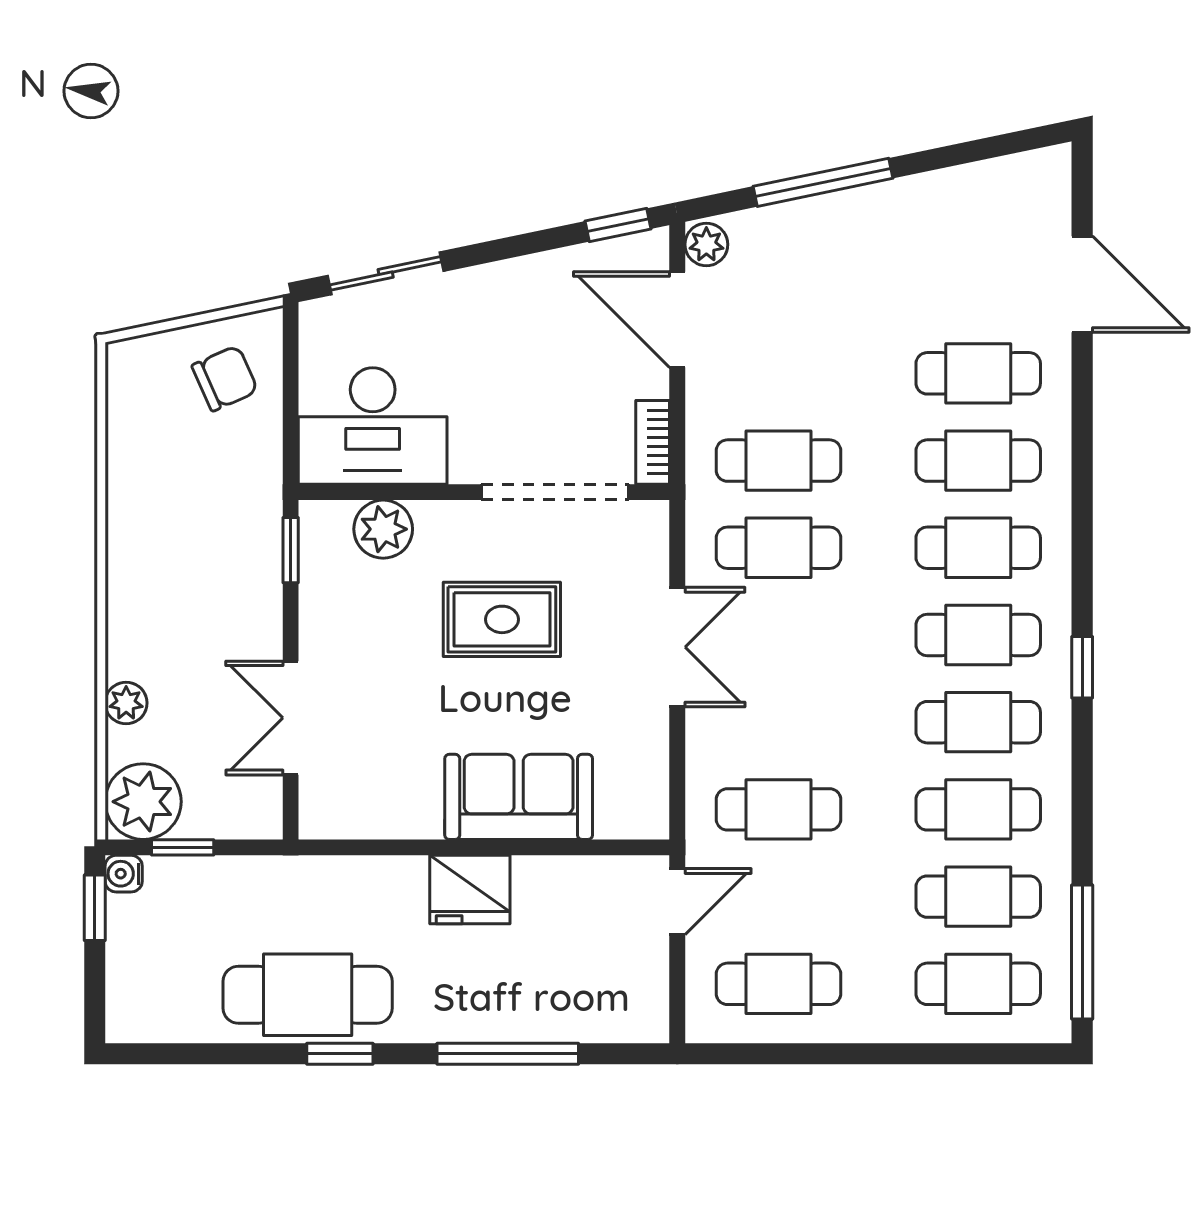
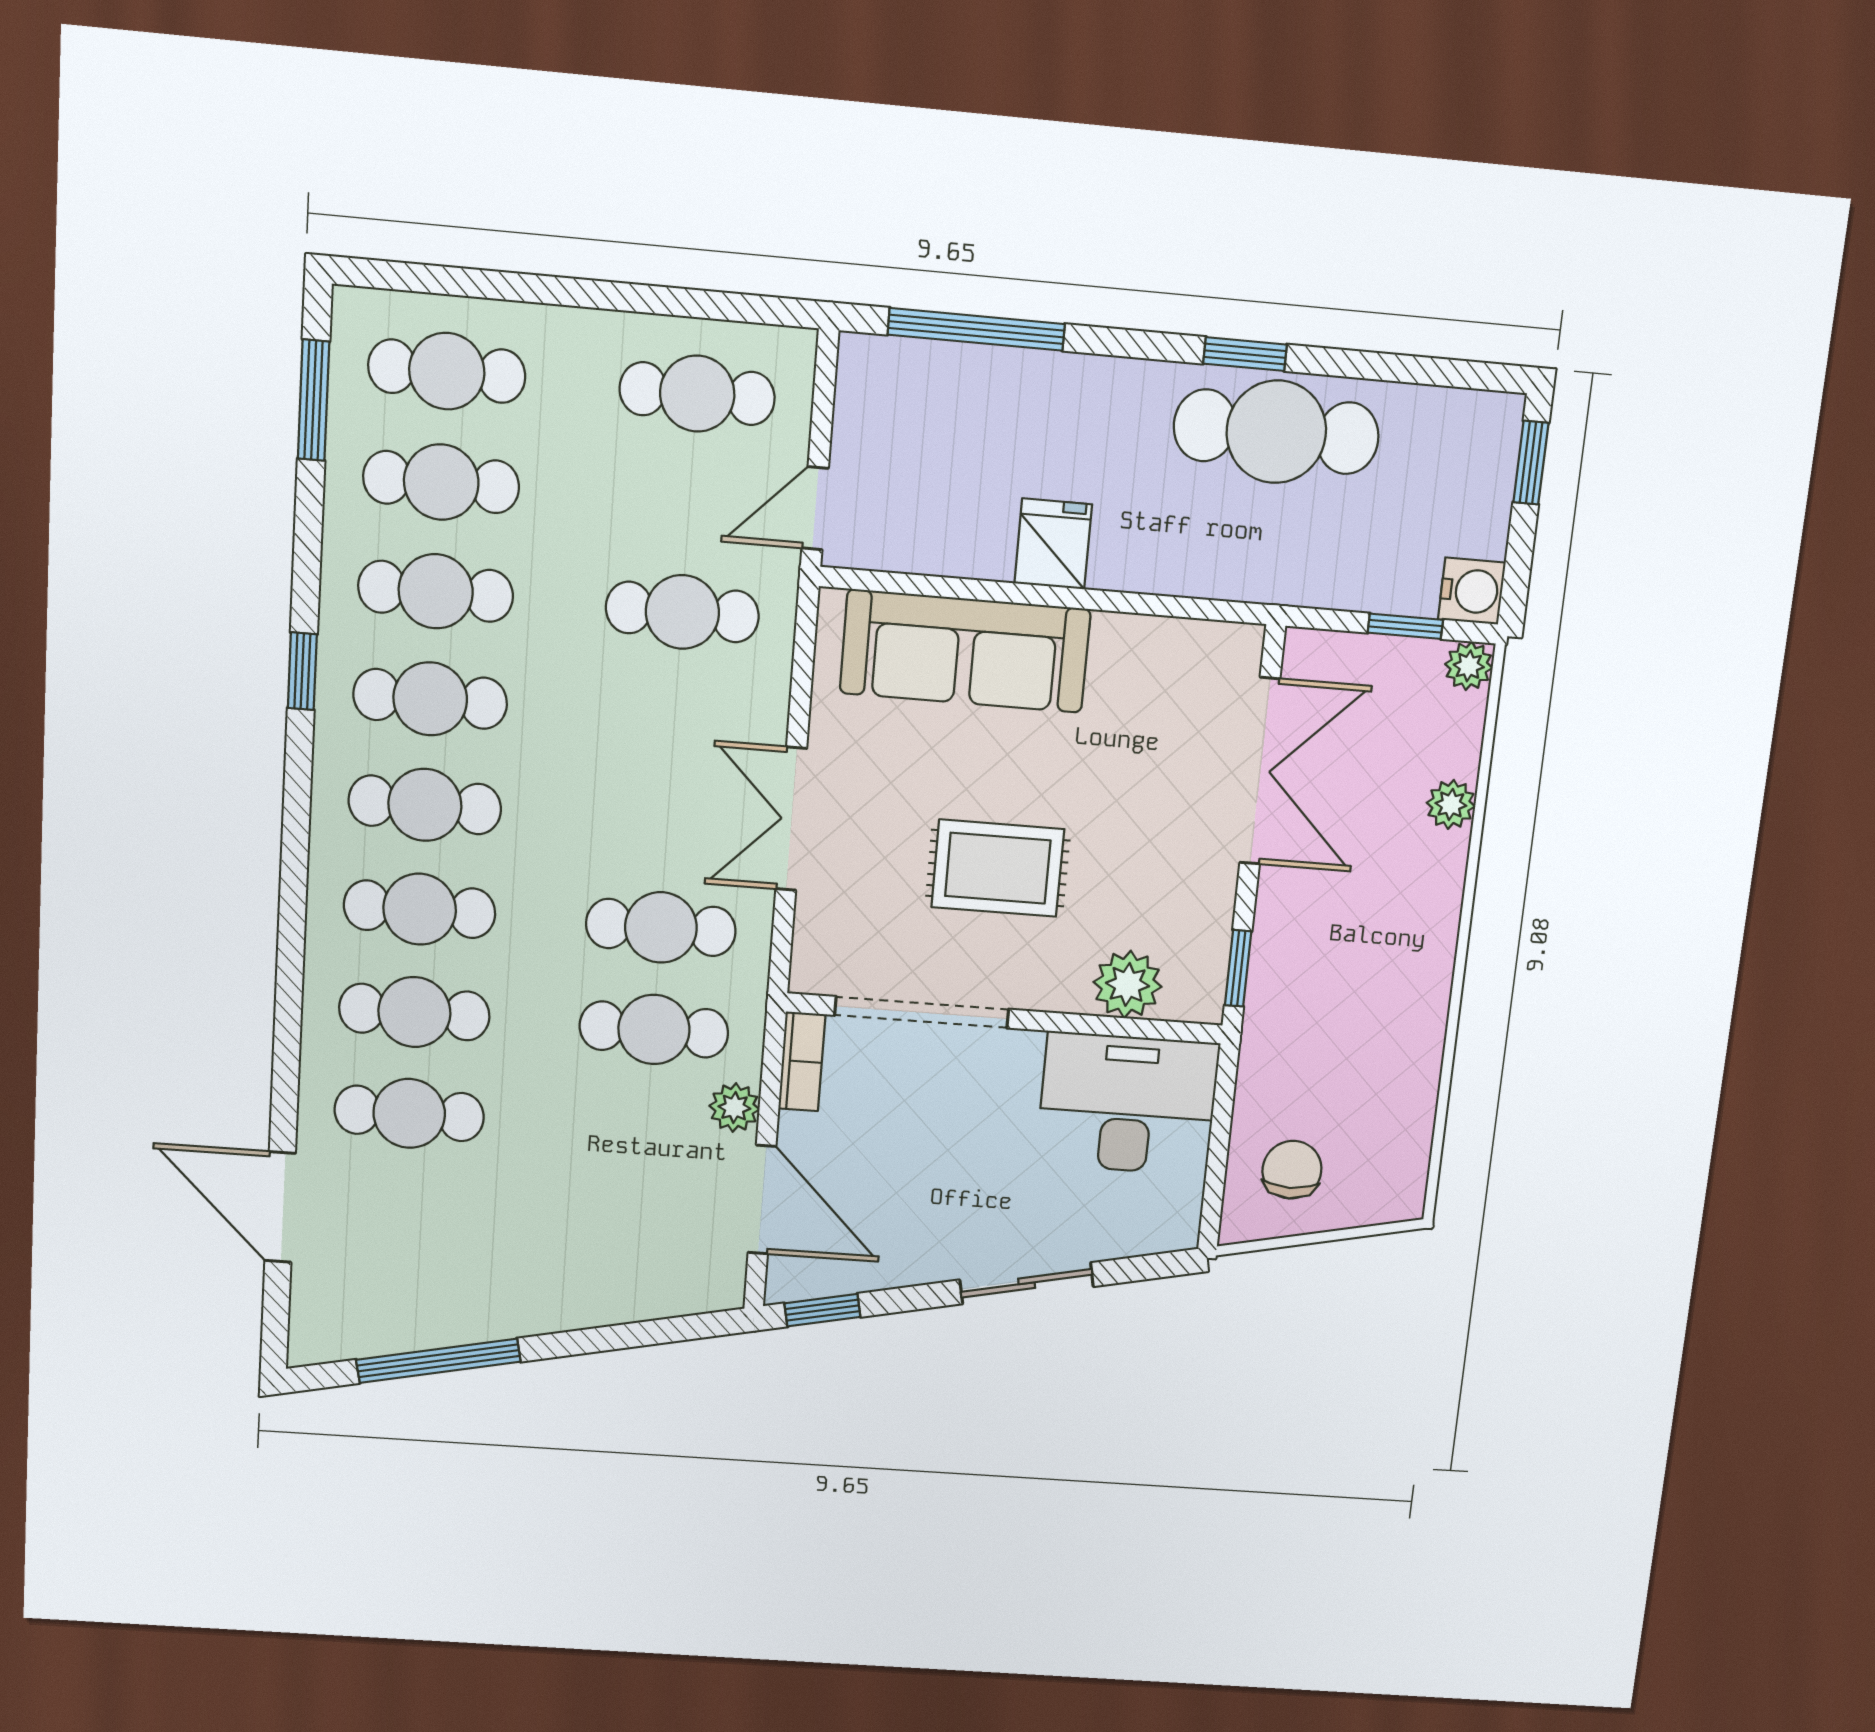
window: (823, 182) -> (438, 1361), moved
plant: (706, 244) -> (734, 1108), moved
sliding door: (386, 273) -> (1027, 1283), moved
chair: (225, 378) -> (1292, 1170), turned 114
window: (1082, 667) -> (302, 671), moved
double door: (291, 718) -> (1260, 771), width x1.37
sofa: (519, 797) -> (965, 651), width x1.36
plant: (143, 802) -> (1469, 666), width x0.53, depth x0.53
water cooler: (124, 874) -> (1472, 591), width x1.38, depth x1.38
fridge: (470, 890) -> (1053, 544), width x0.72
window: (95, 908) -> (1531, 463), moved
window: (1082, 952) -> (314, 400), width x0.69
window: (508, 1054) -> (976, 329), moved

